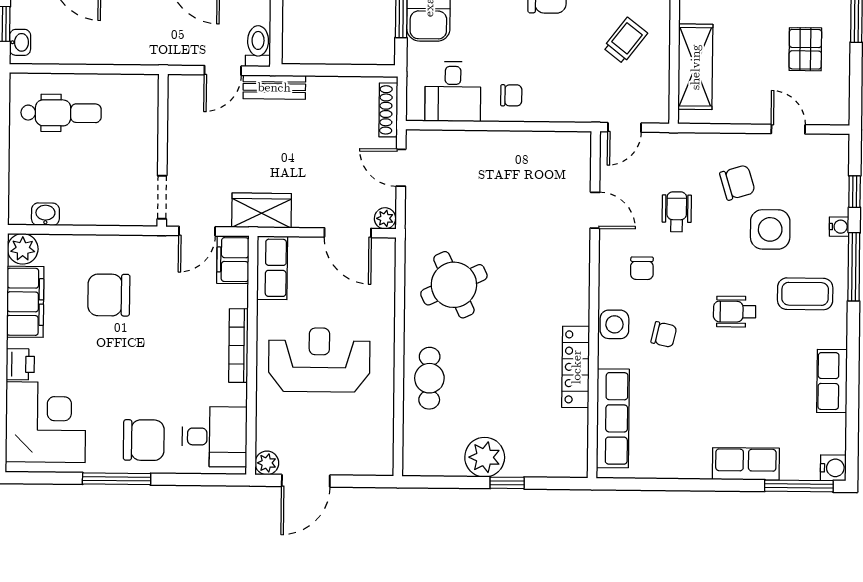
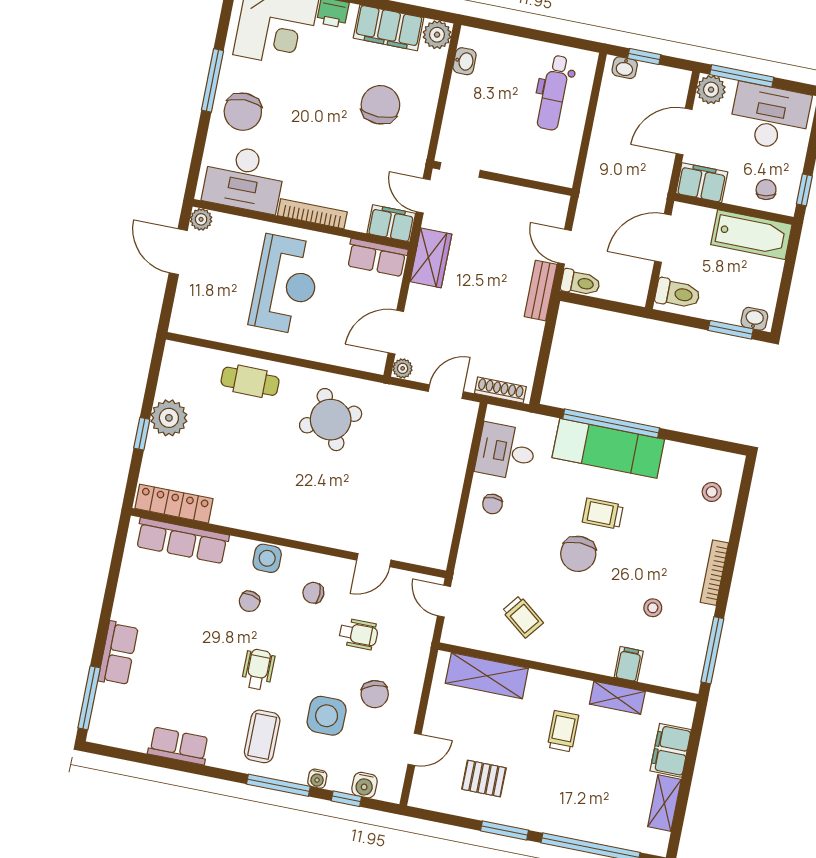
locker: (576, 367) -> (174, 504), moved
desk: (215, 437) -> (244, 179), width x1.37
water cooler: (833, 468) -> (364, 785), moved

